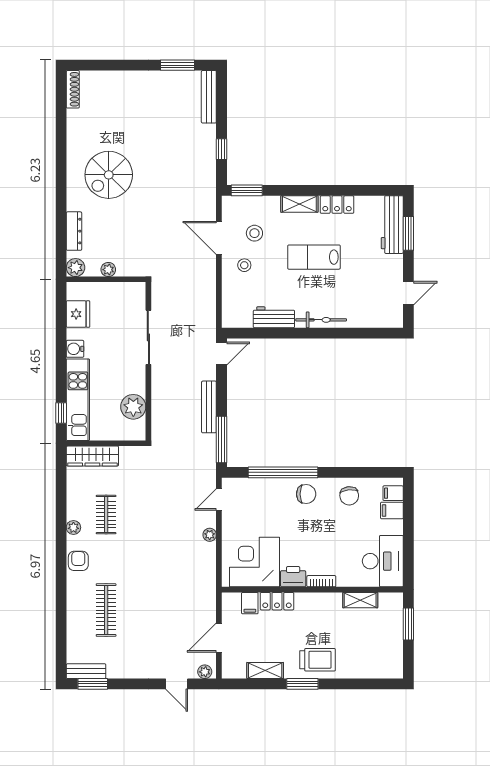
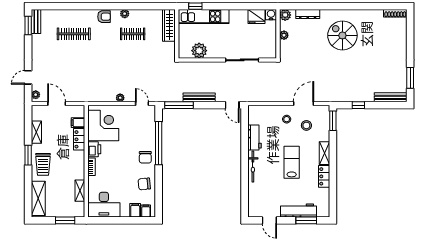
workbench: (392, 225) -> (298, 210), moved
water cooler: (75, 349) -> (271, 15), moved
shelving: (373, 667) -> (38, 198), added

